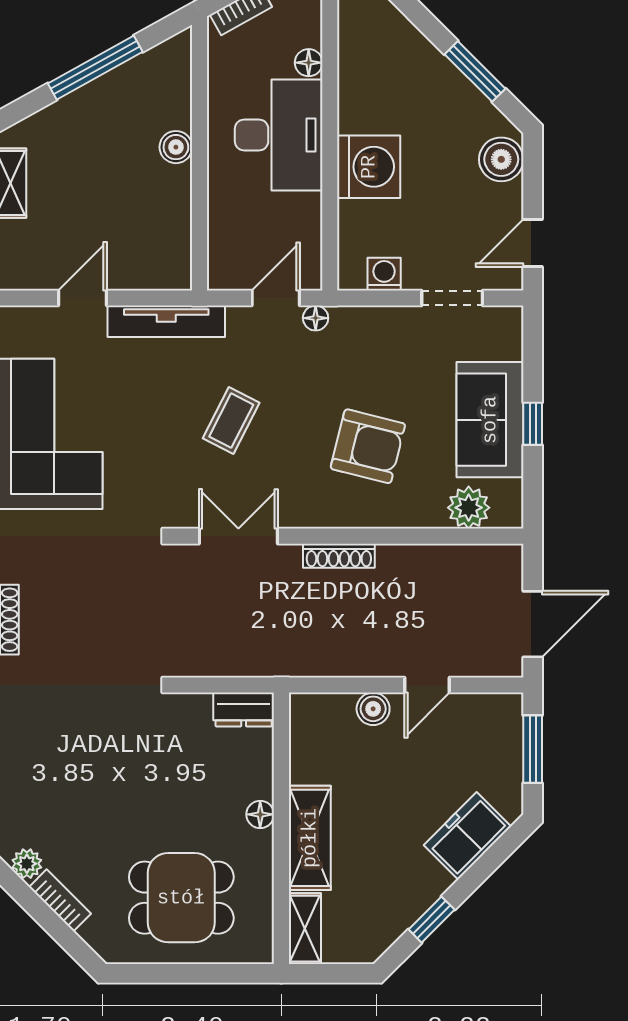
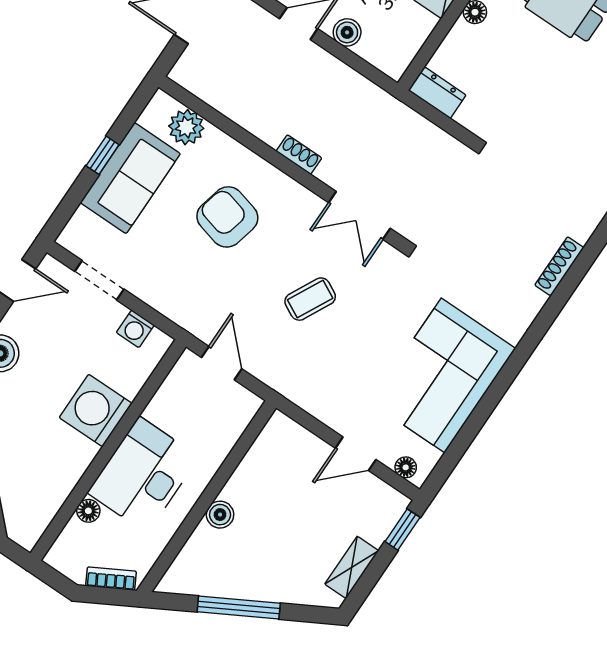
door: (276, 298) -> (222, 363), swing flipped
floor lamp: (316, 318) -> (406, 467), moved
tv unit: (166, 321) -> (309, 398), removed
shoe rack: (339, 556) -> (299, 155), width x0.70

